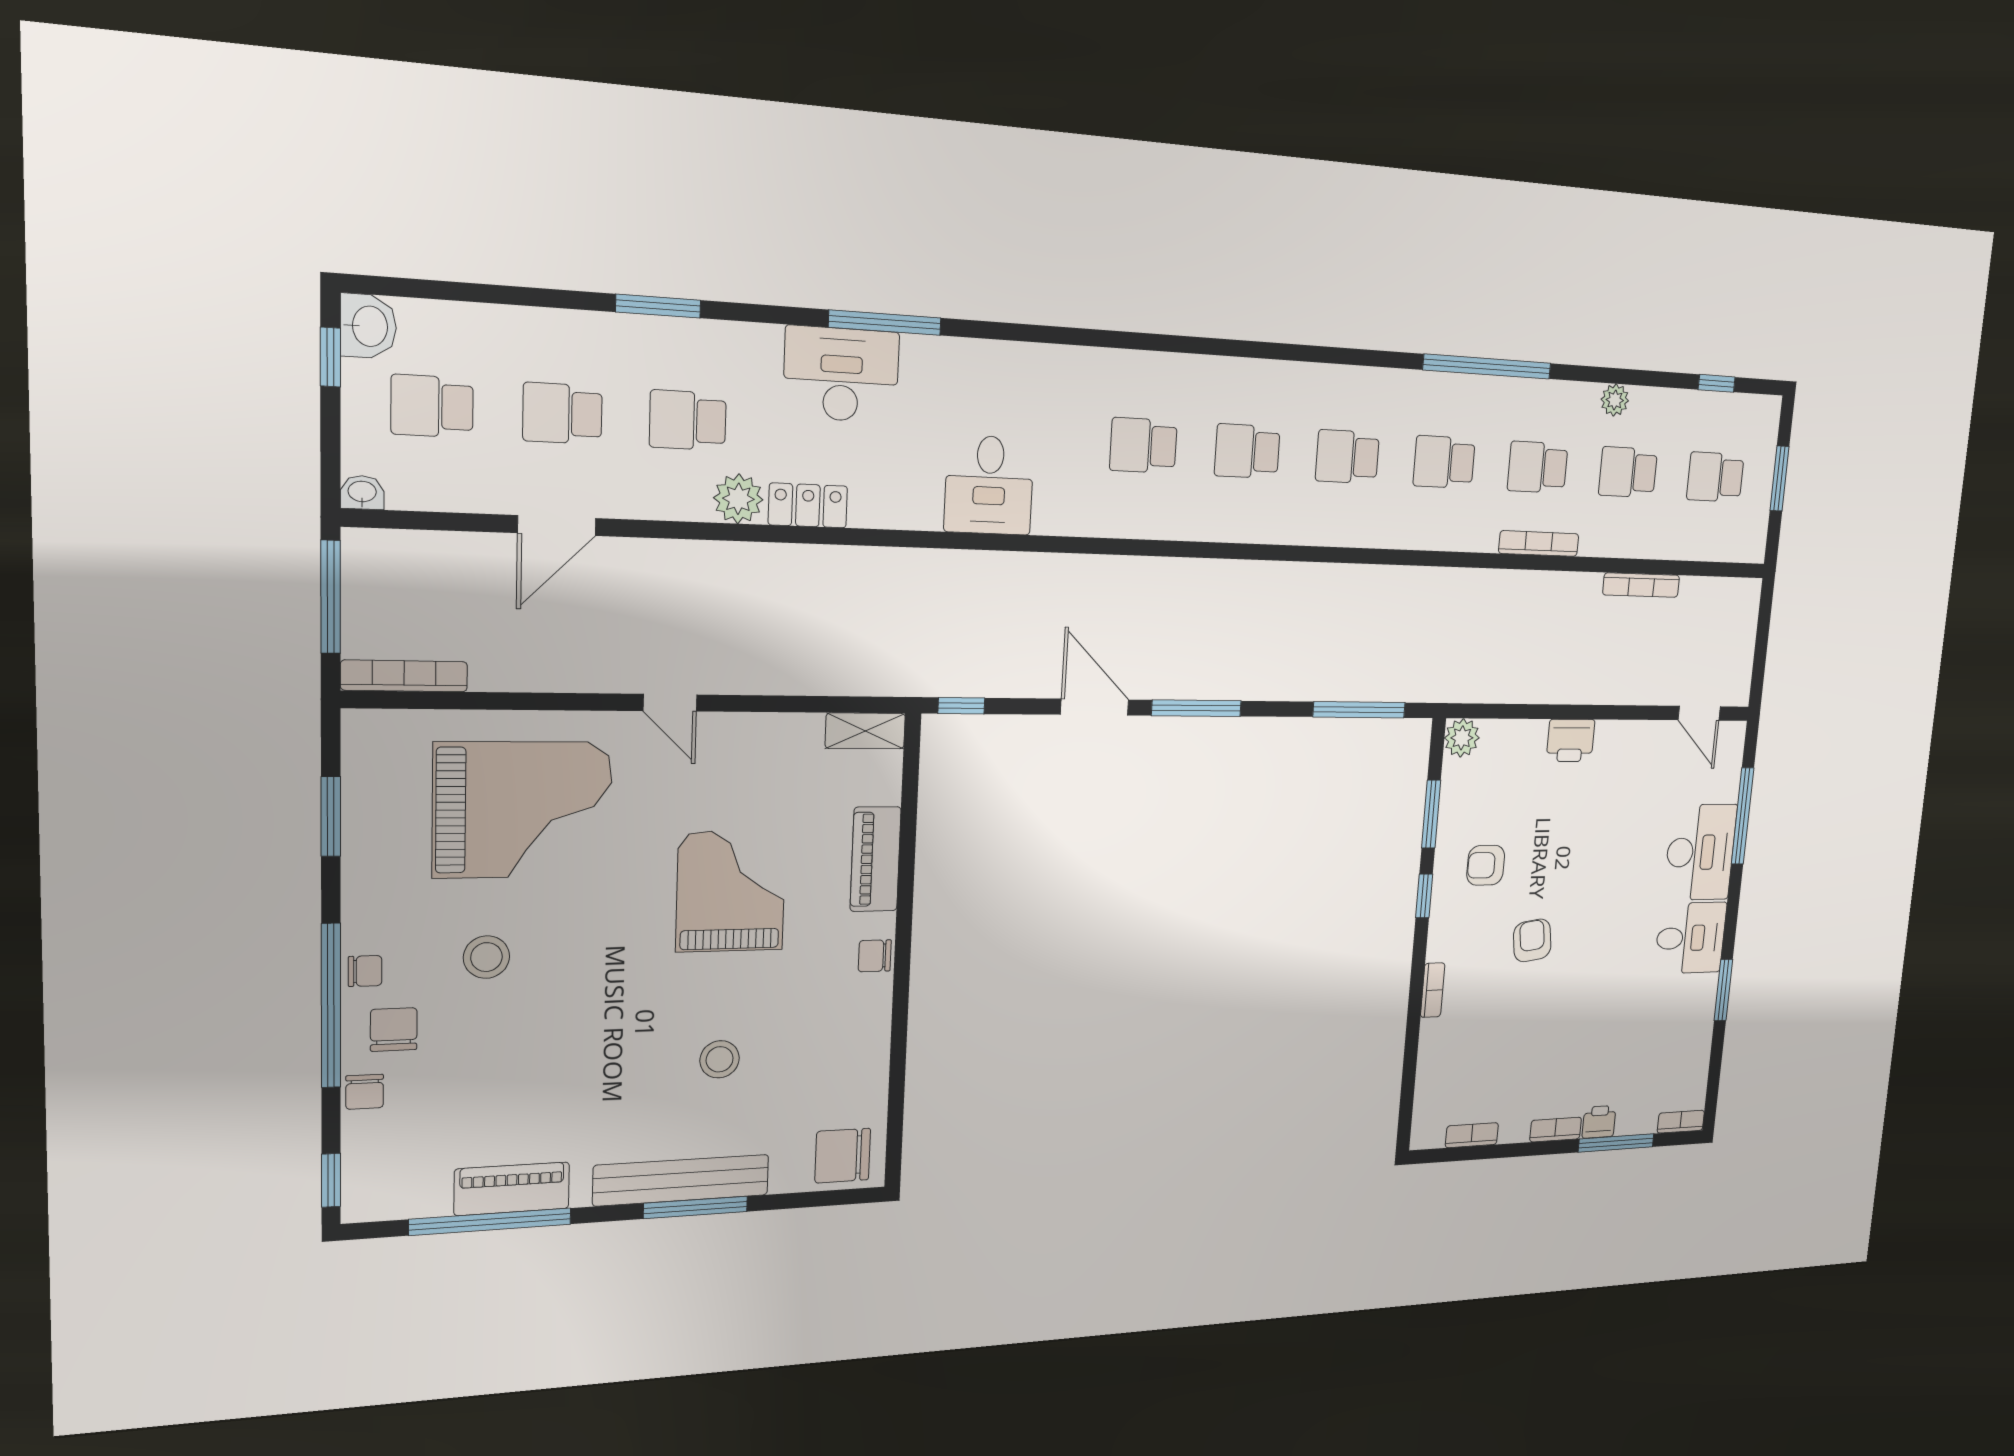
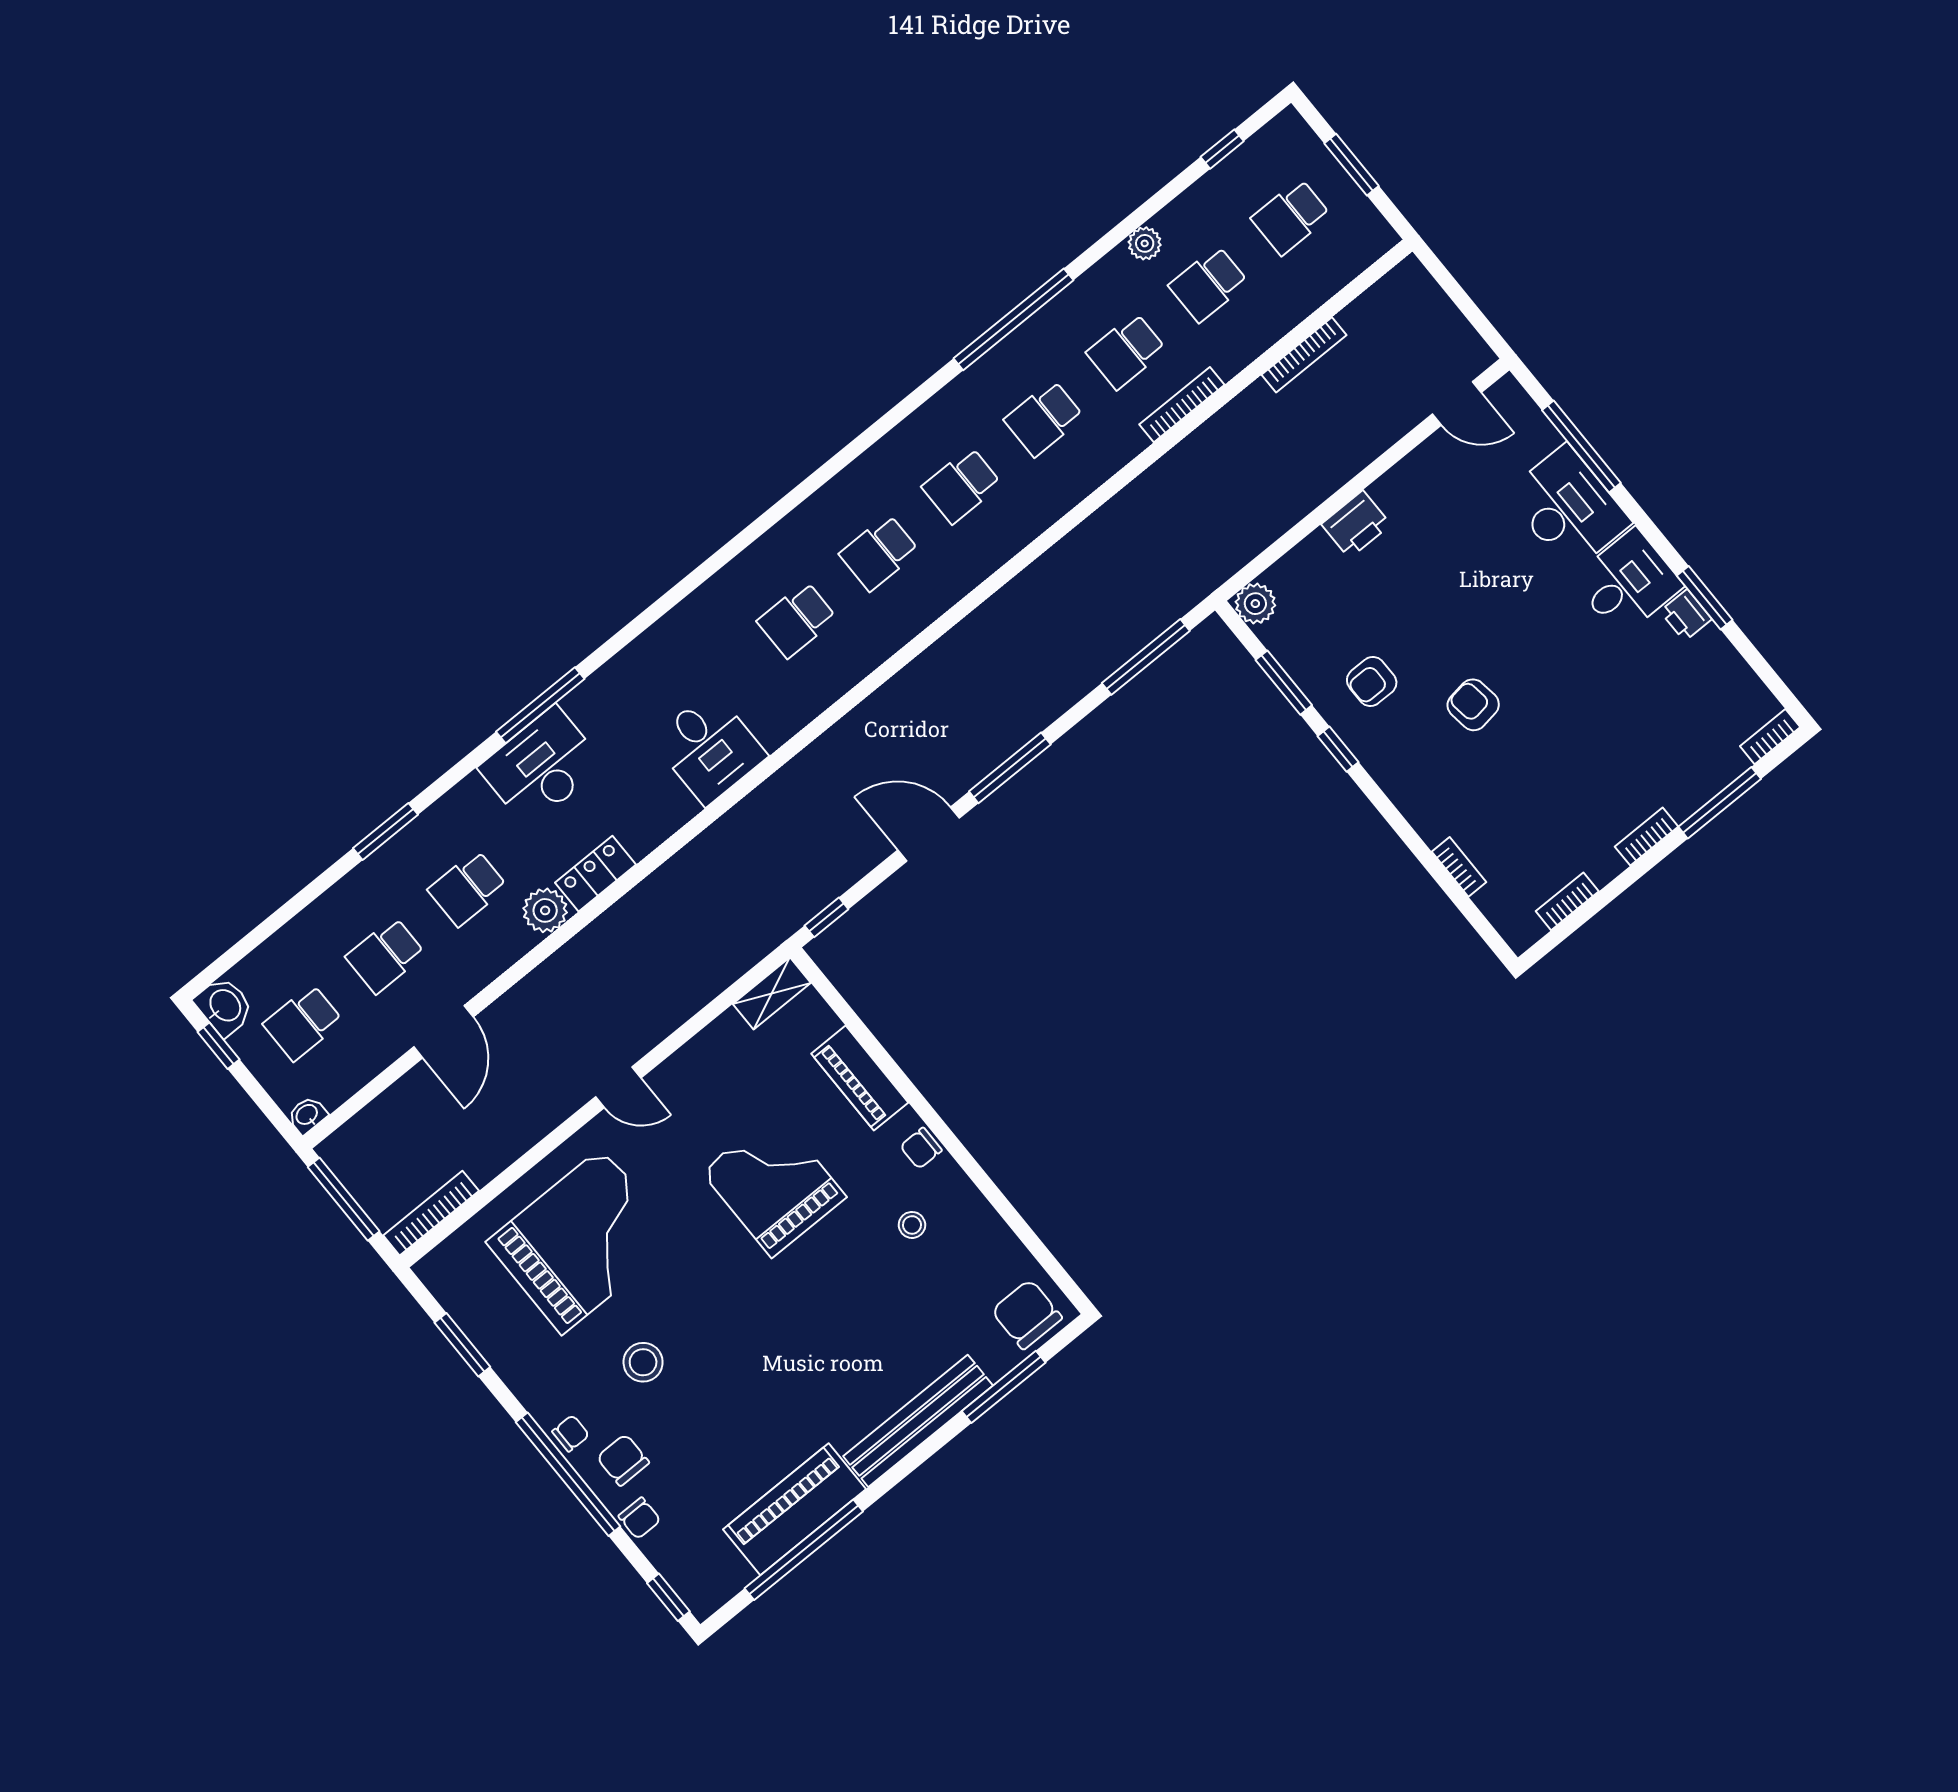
bookcase: (1433, 990) -> (1459, 867), moved
stool: (720, 1059) -> (912, 1225), moved, width x0.73, depth x0.73
printer: (1599, 1122) -> (1686, 615), moved, turned -90
chair: (843, 1156) -> (1027, 1314), turned 90
piano: (512, 1189) -> (794, 1509), width x1.37, depth x1.33
window: (696, 1207) -> (1004, 1387), moved

